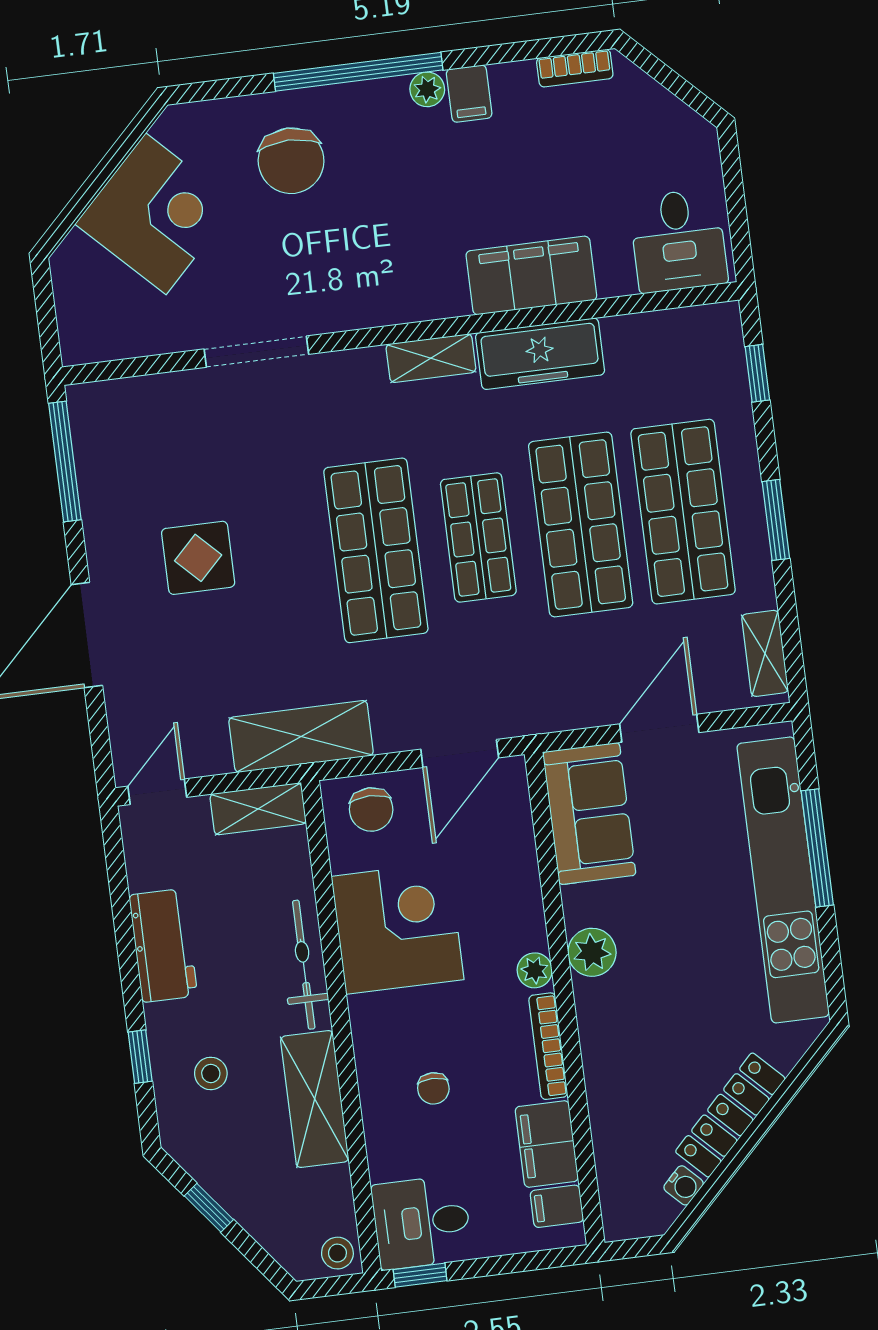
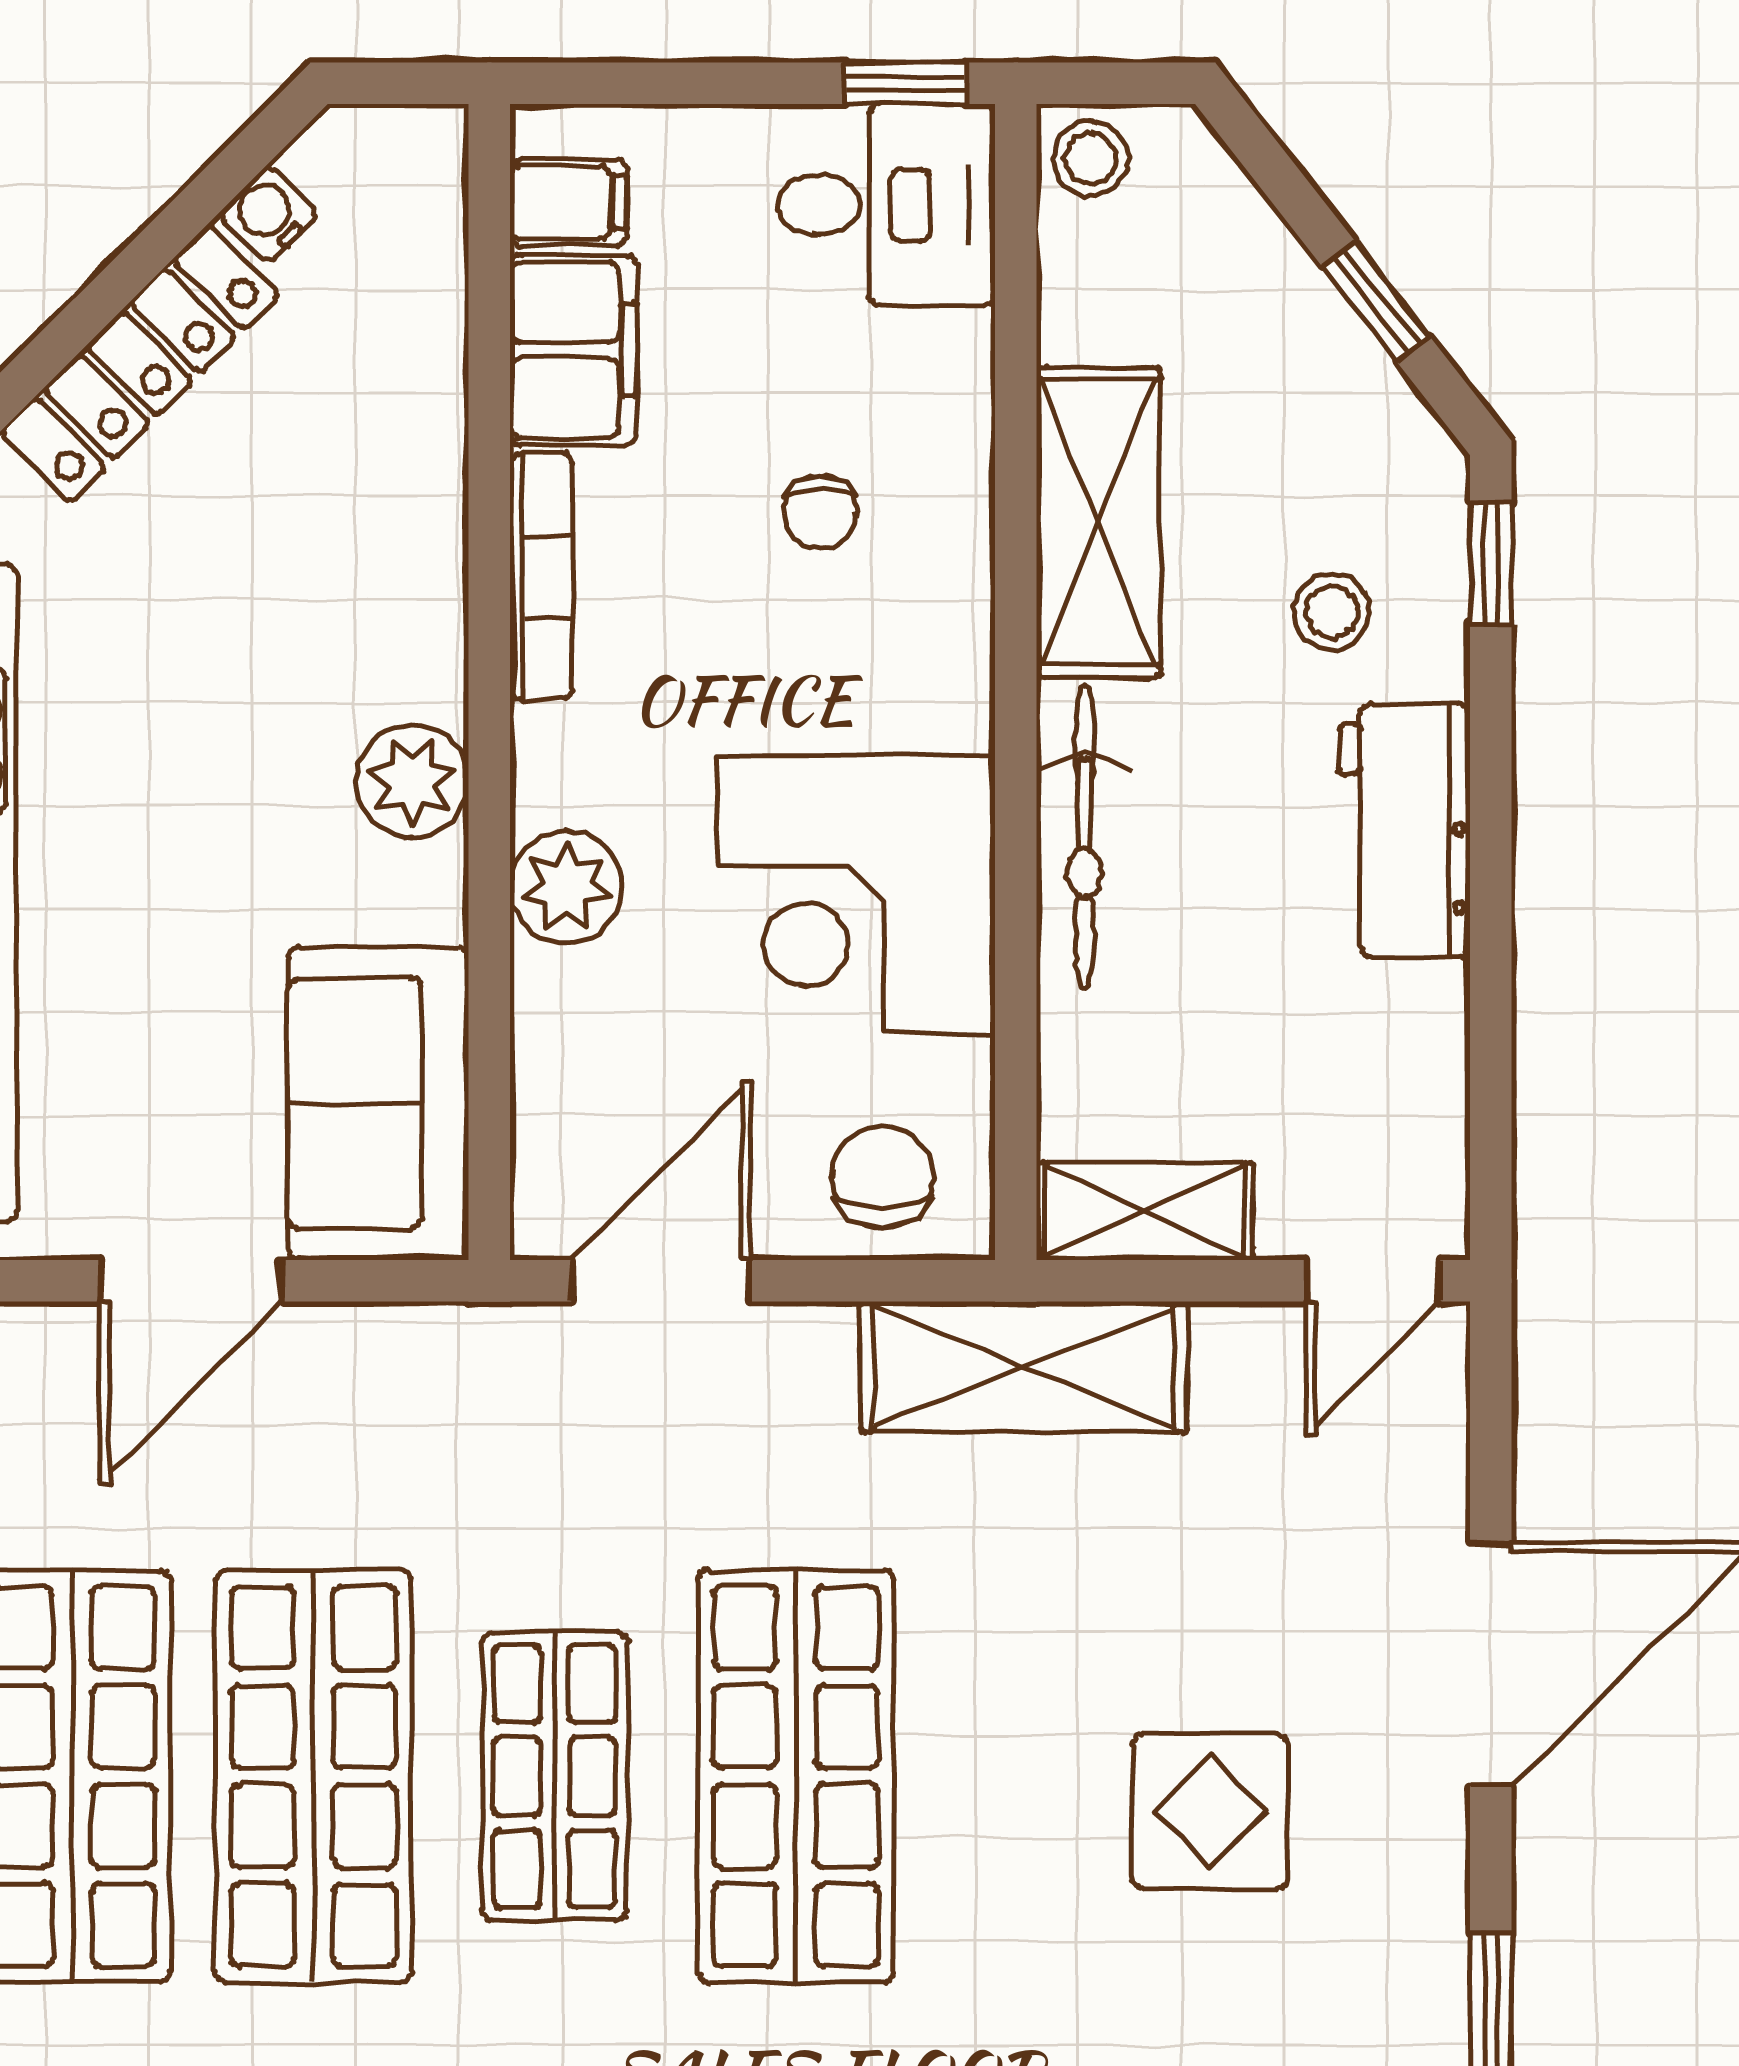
workbench: (163, 945) -> (1405, 830), moved
plant: (535, 970) -> (566, 887), moved, width x1.38, depth x1.38
window: (140, 1057) -> (1491, 563), moved
chair: (433, 1088) -> (820, 512), turned 180

